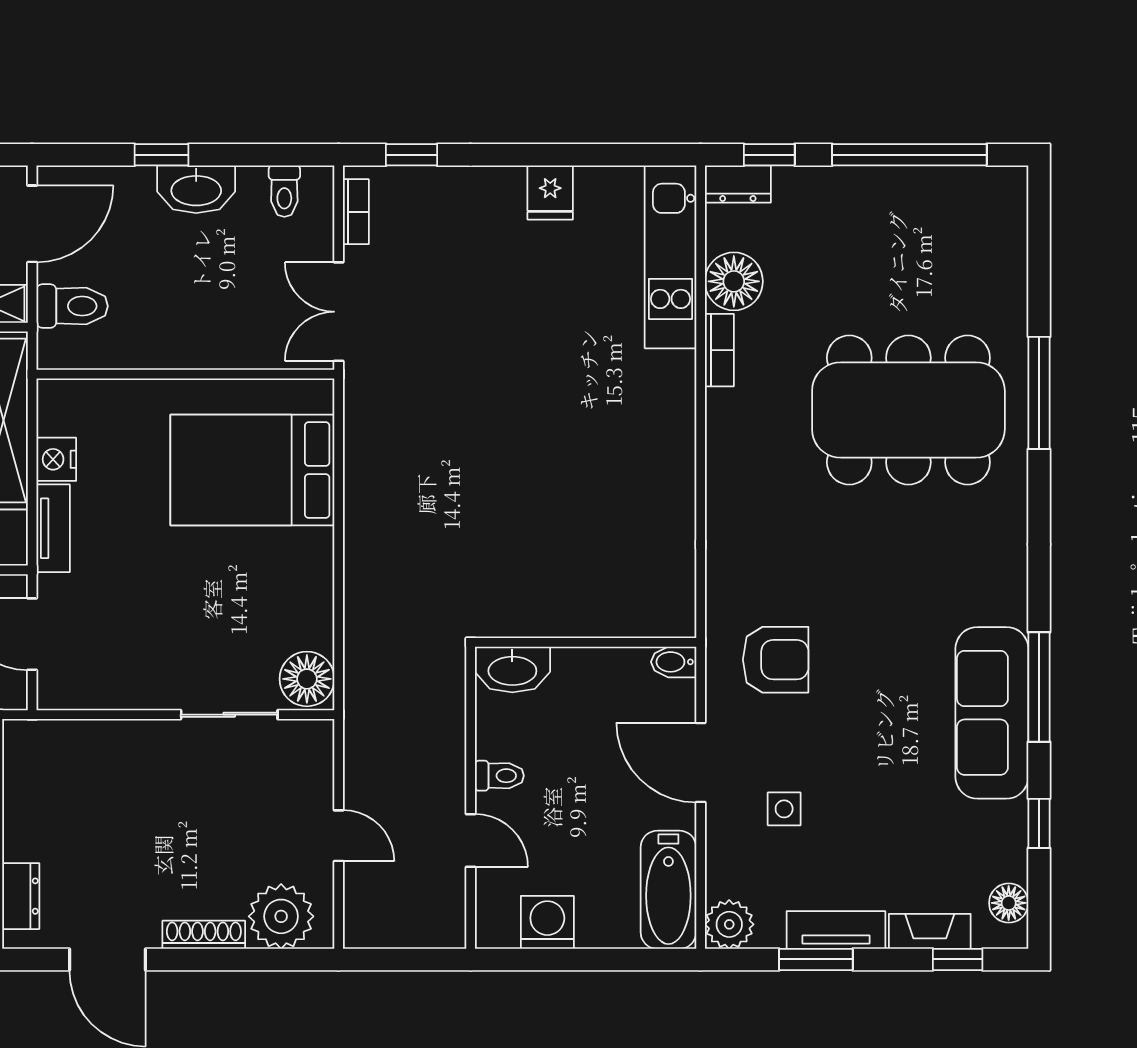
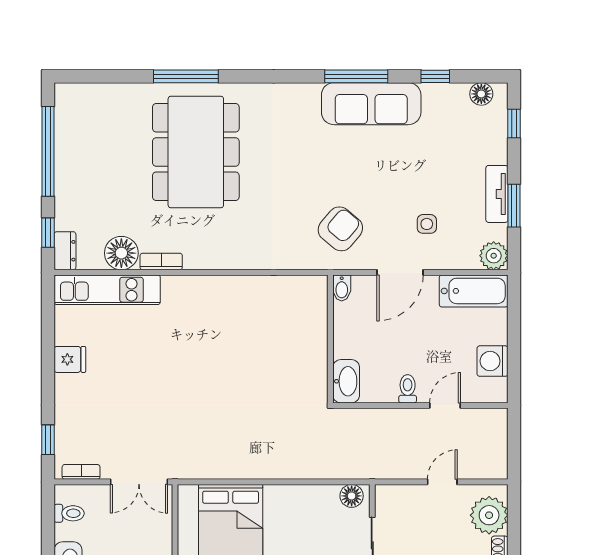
armchair: (776, 660) -> (340, 229), turned 40
floor lamp: (307, 679) -> (352, 496), width x0.73, depth x0.73
fireplace: (930, 931) -> (498, 140), removed

